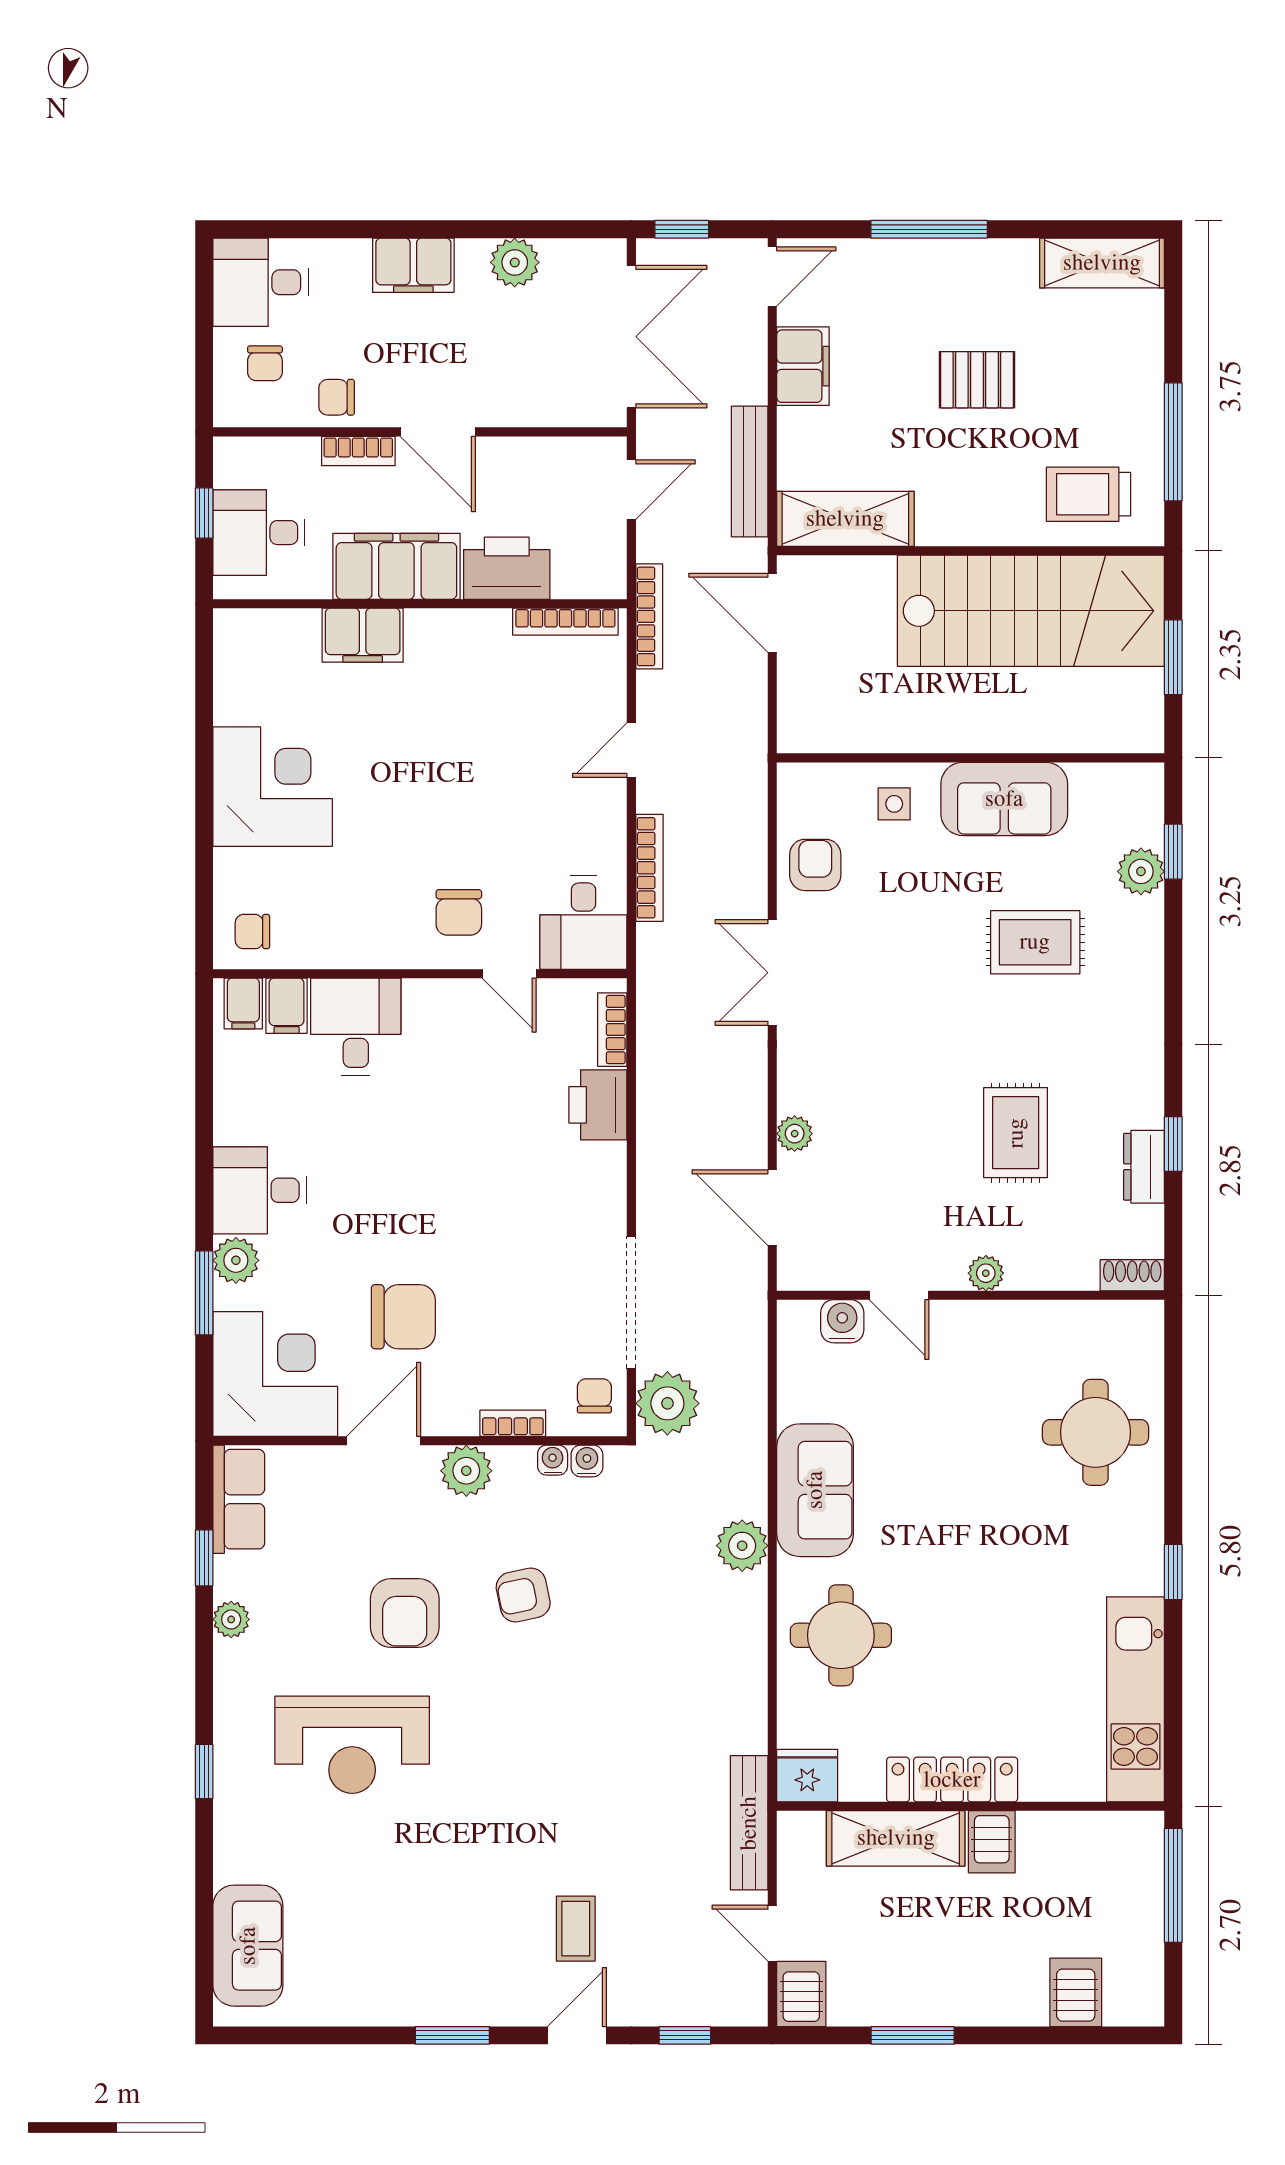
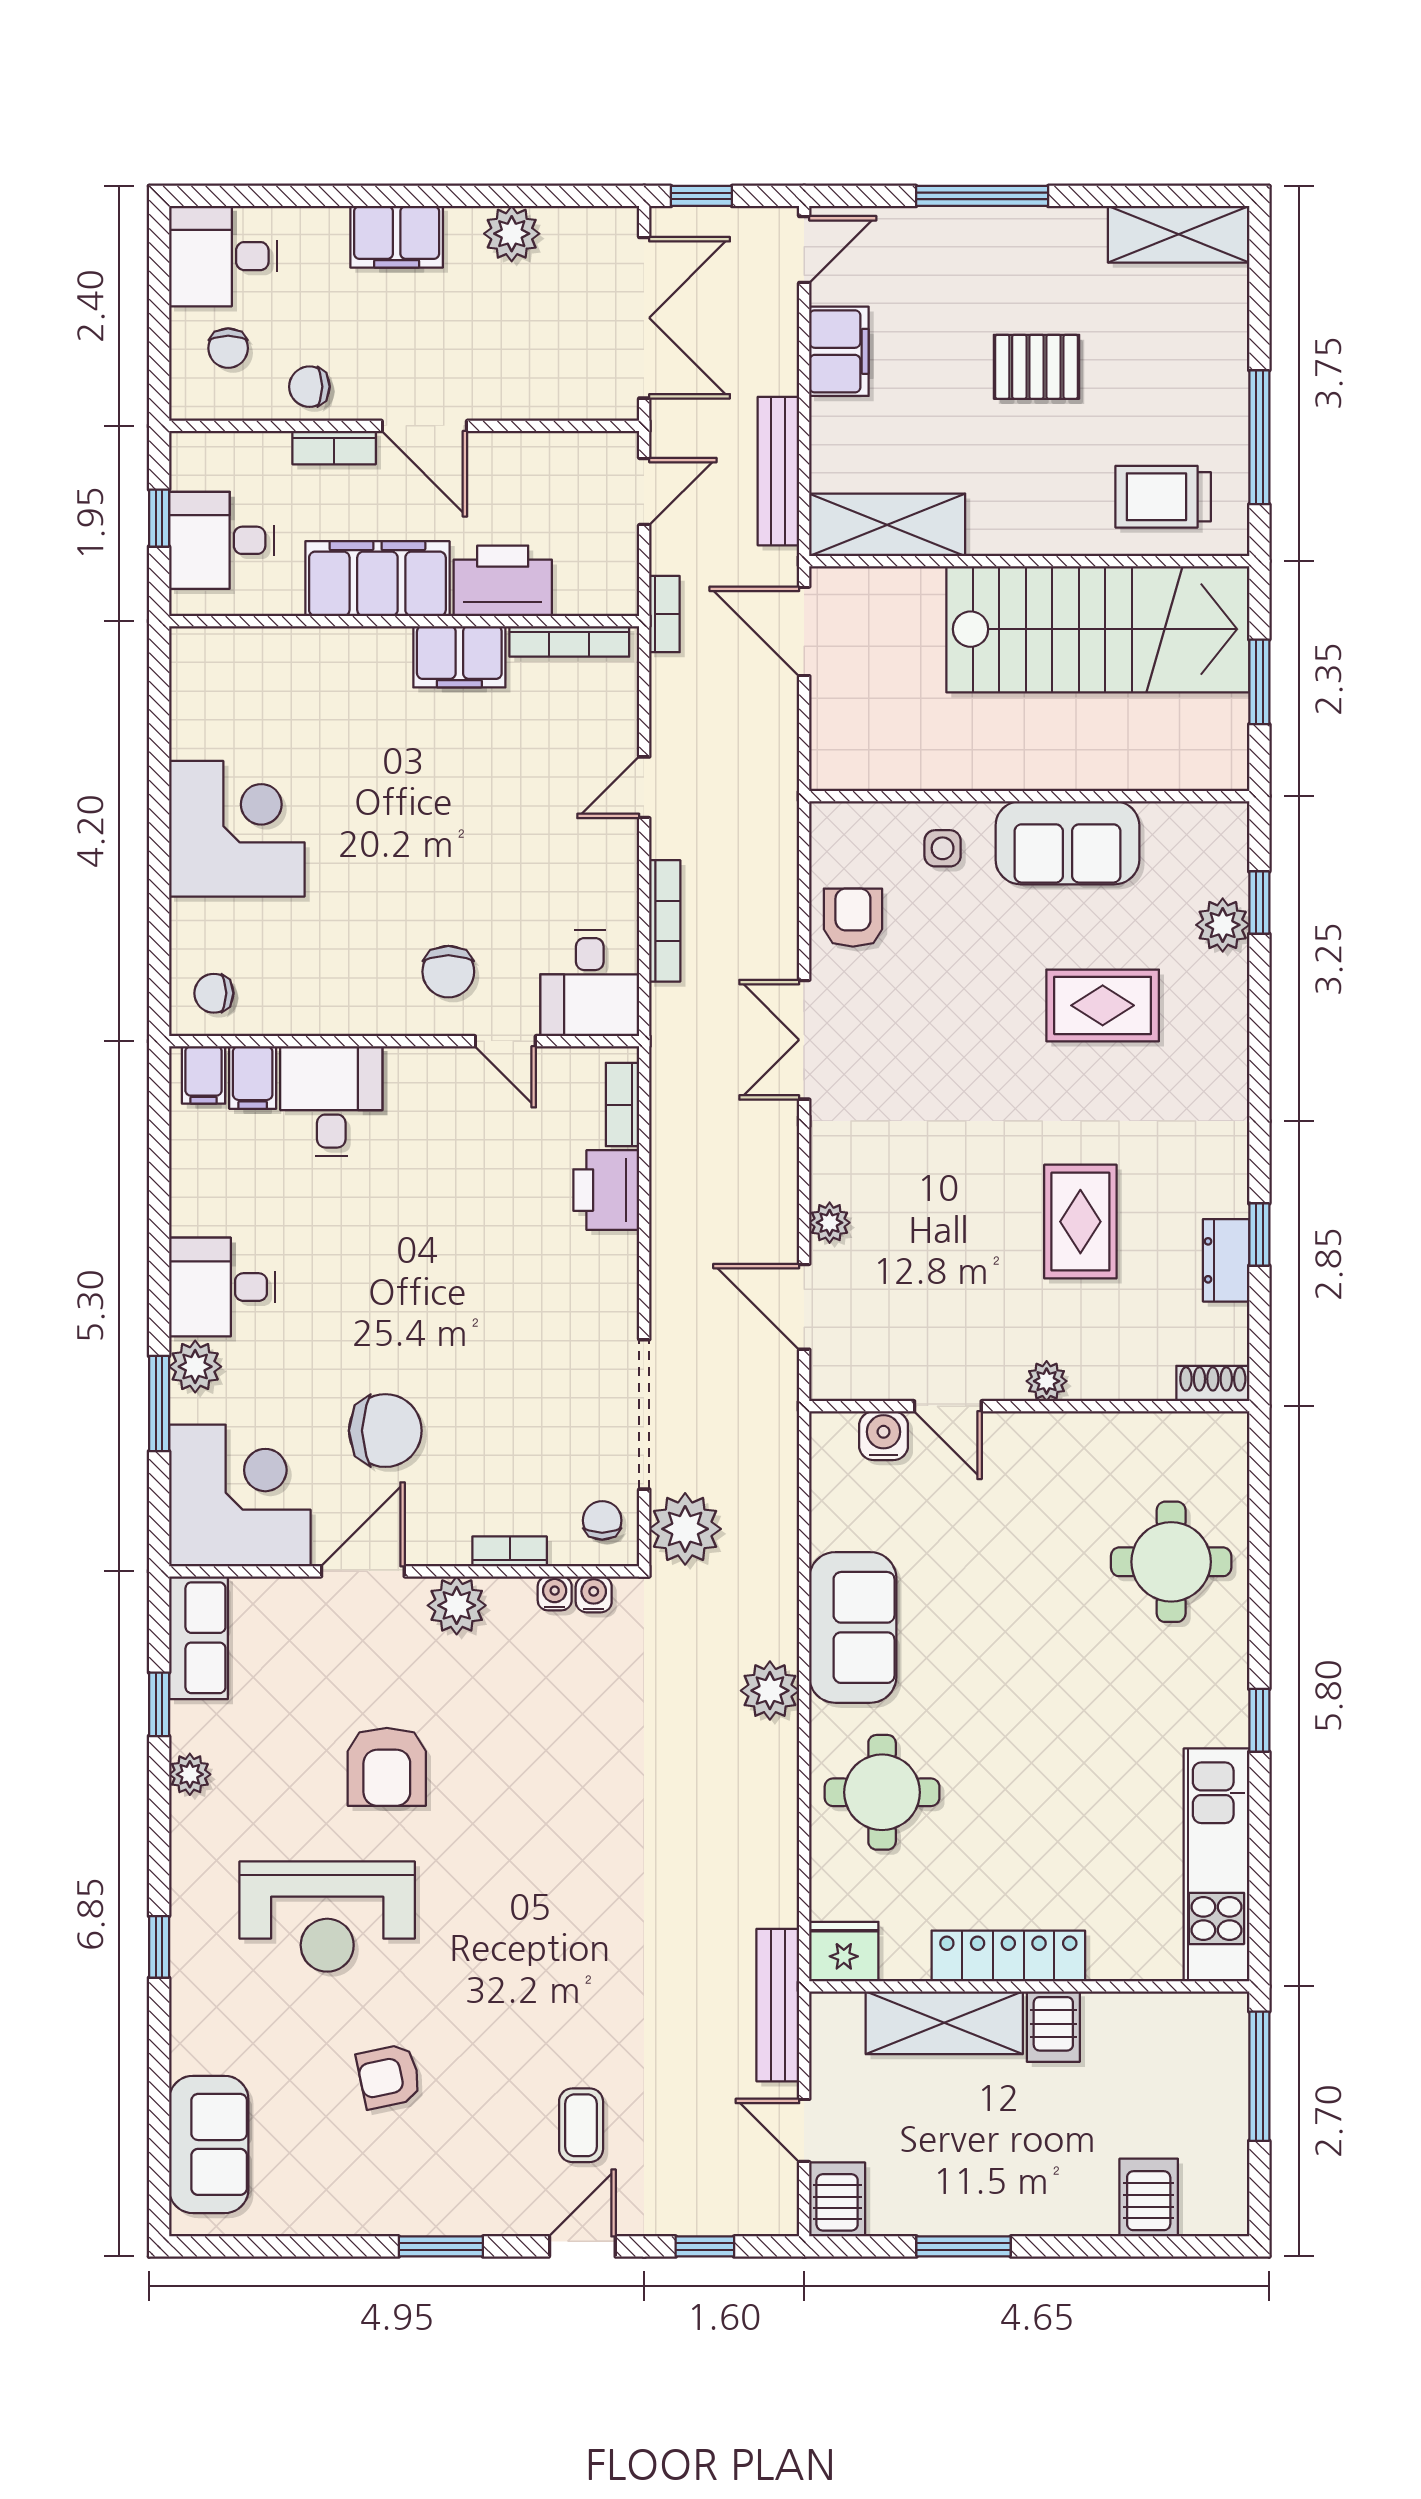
bookcase: (649, 616) -> (664, 614), width x0.64
filing cabinet: (363, 635) -> (459, 657), moved
armchair: (523, 1595) -> (389, 2076), moved

